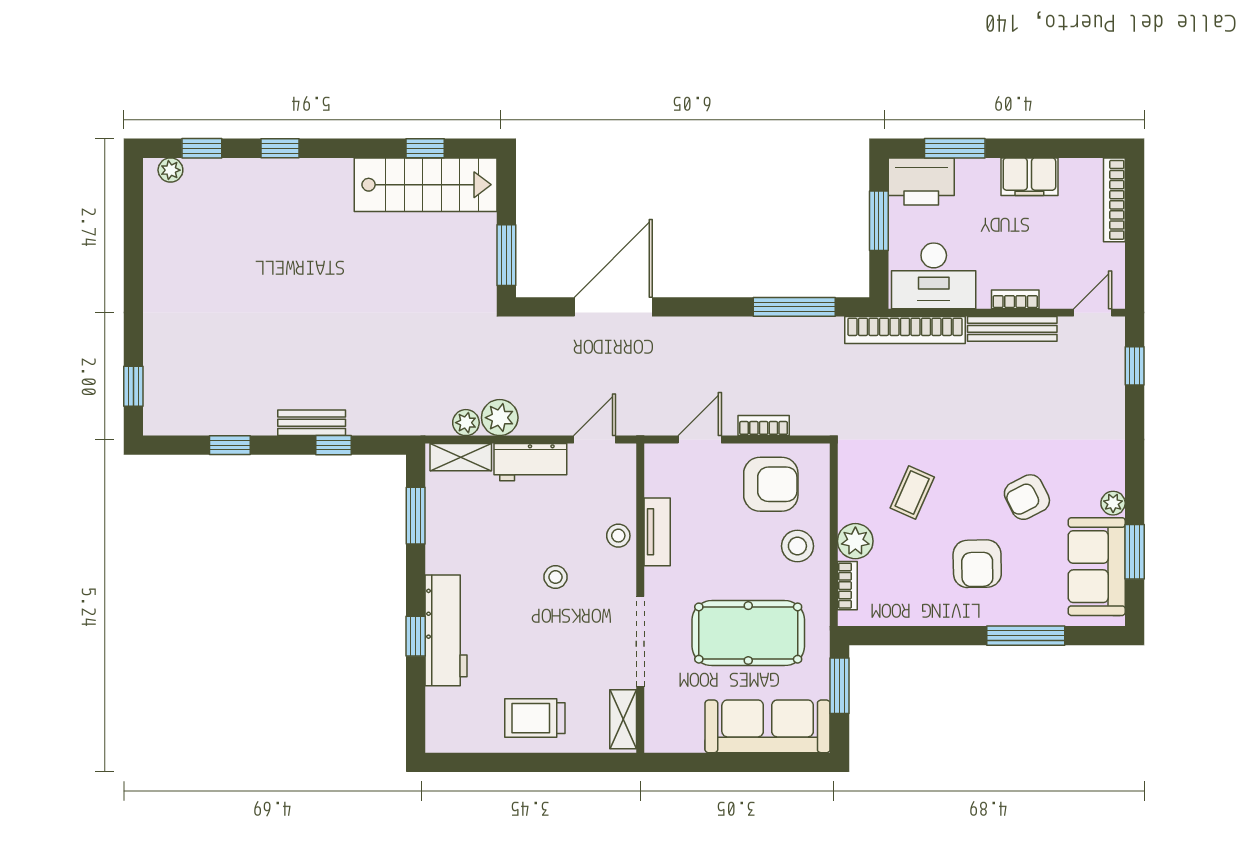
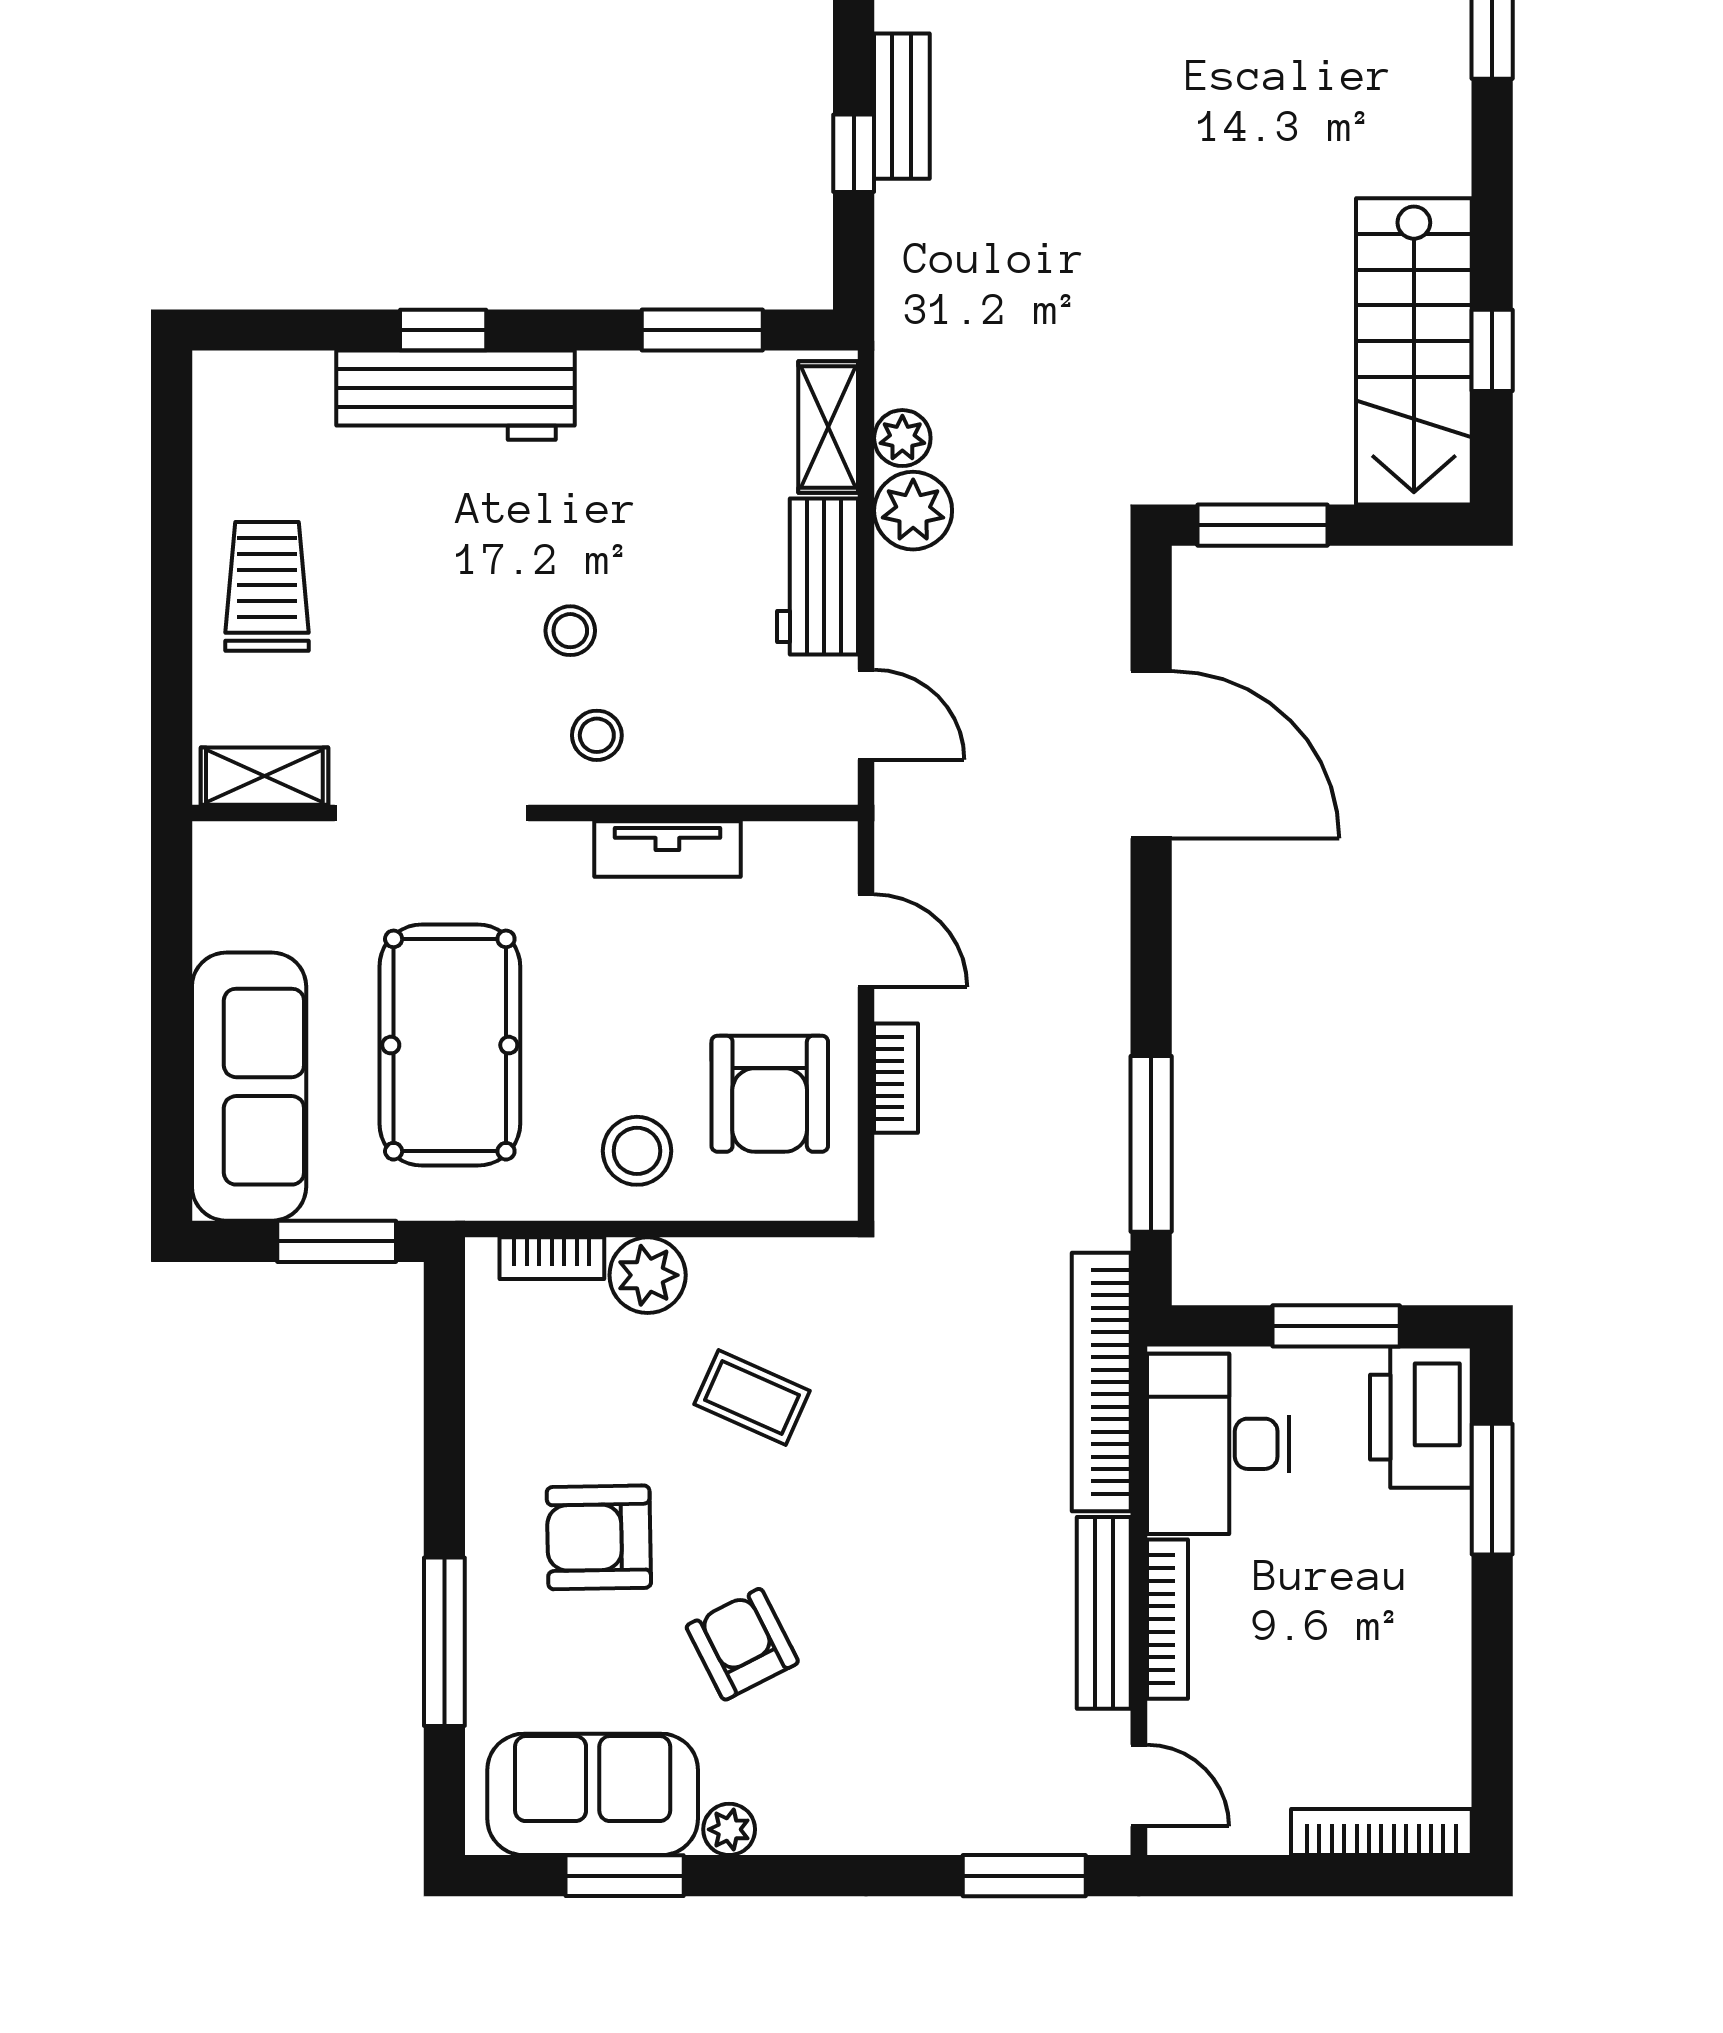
filing cabinet: (1029, 177) -> (1431, 1650), removed
bookcase: (1015, 299) -> (1167, 1619), width x1.56
window: (1135, 366) -> (1024, 1876), width x1.50
stool: (618, 536) -> (597, 735), moved

